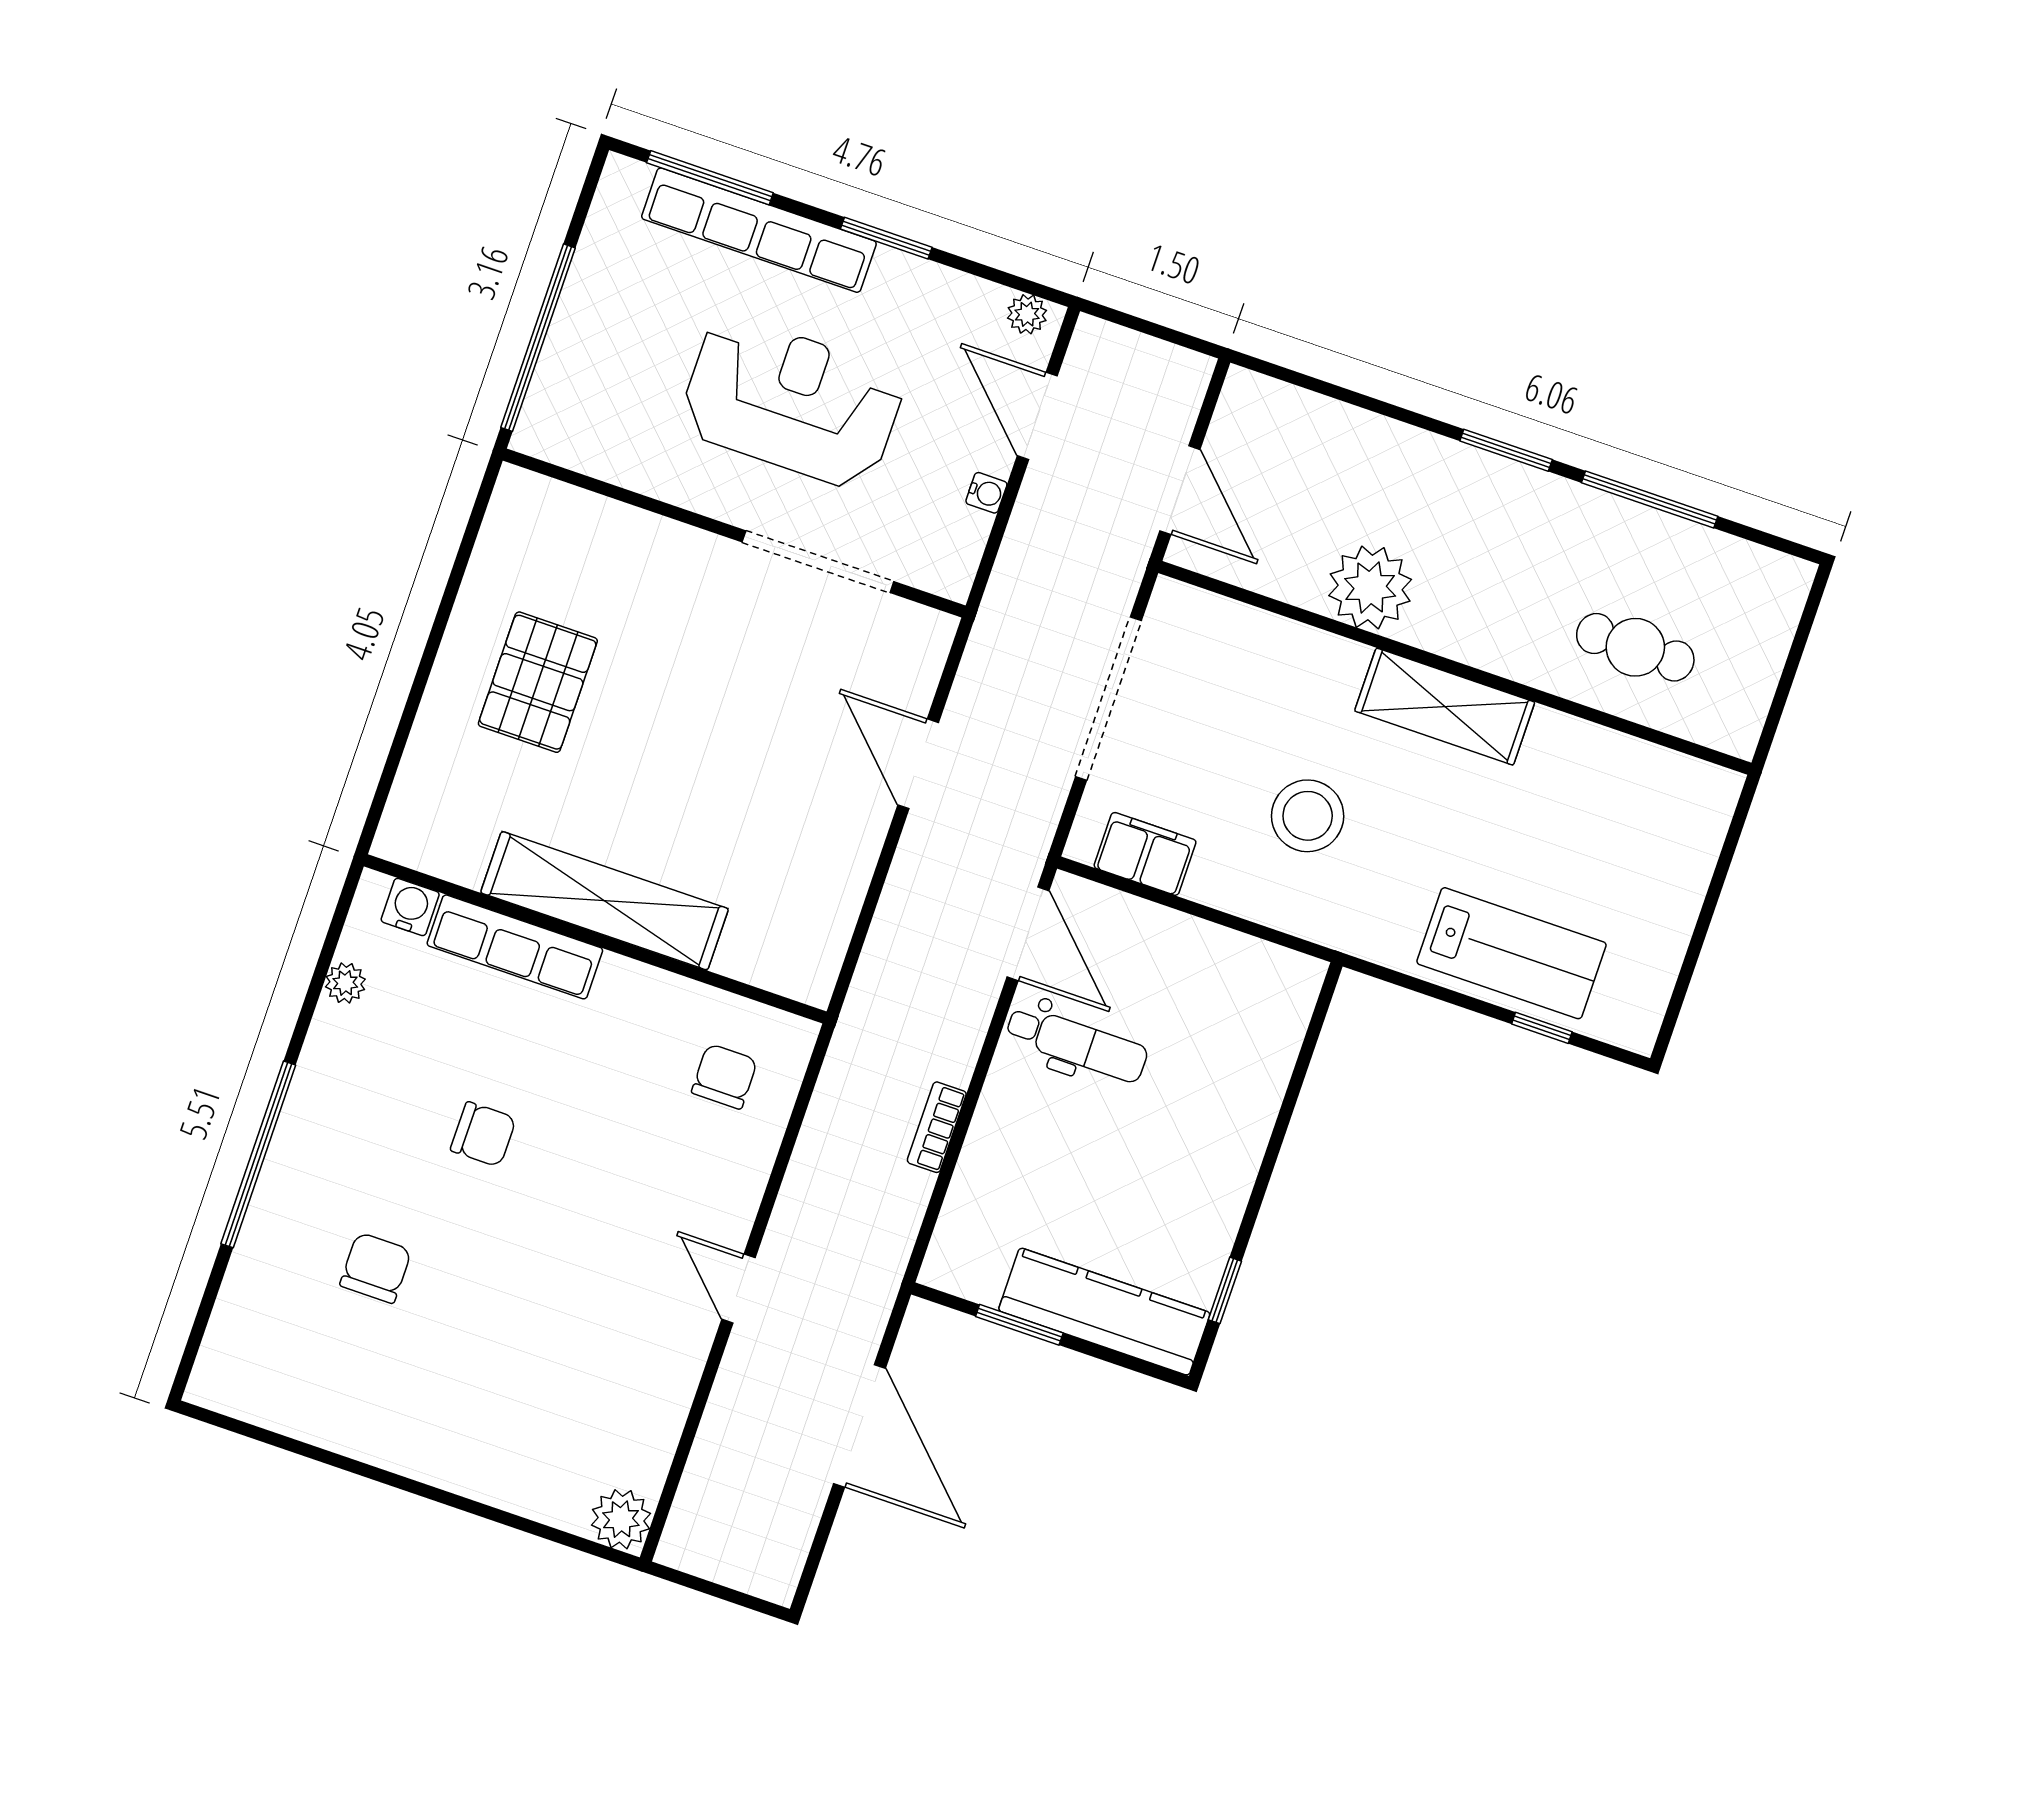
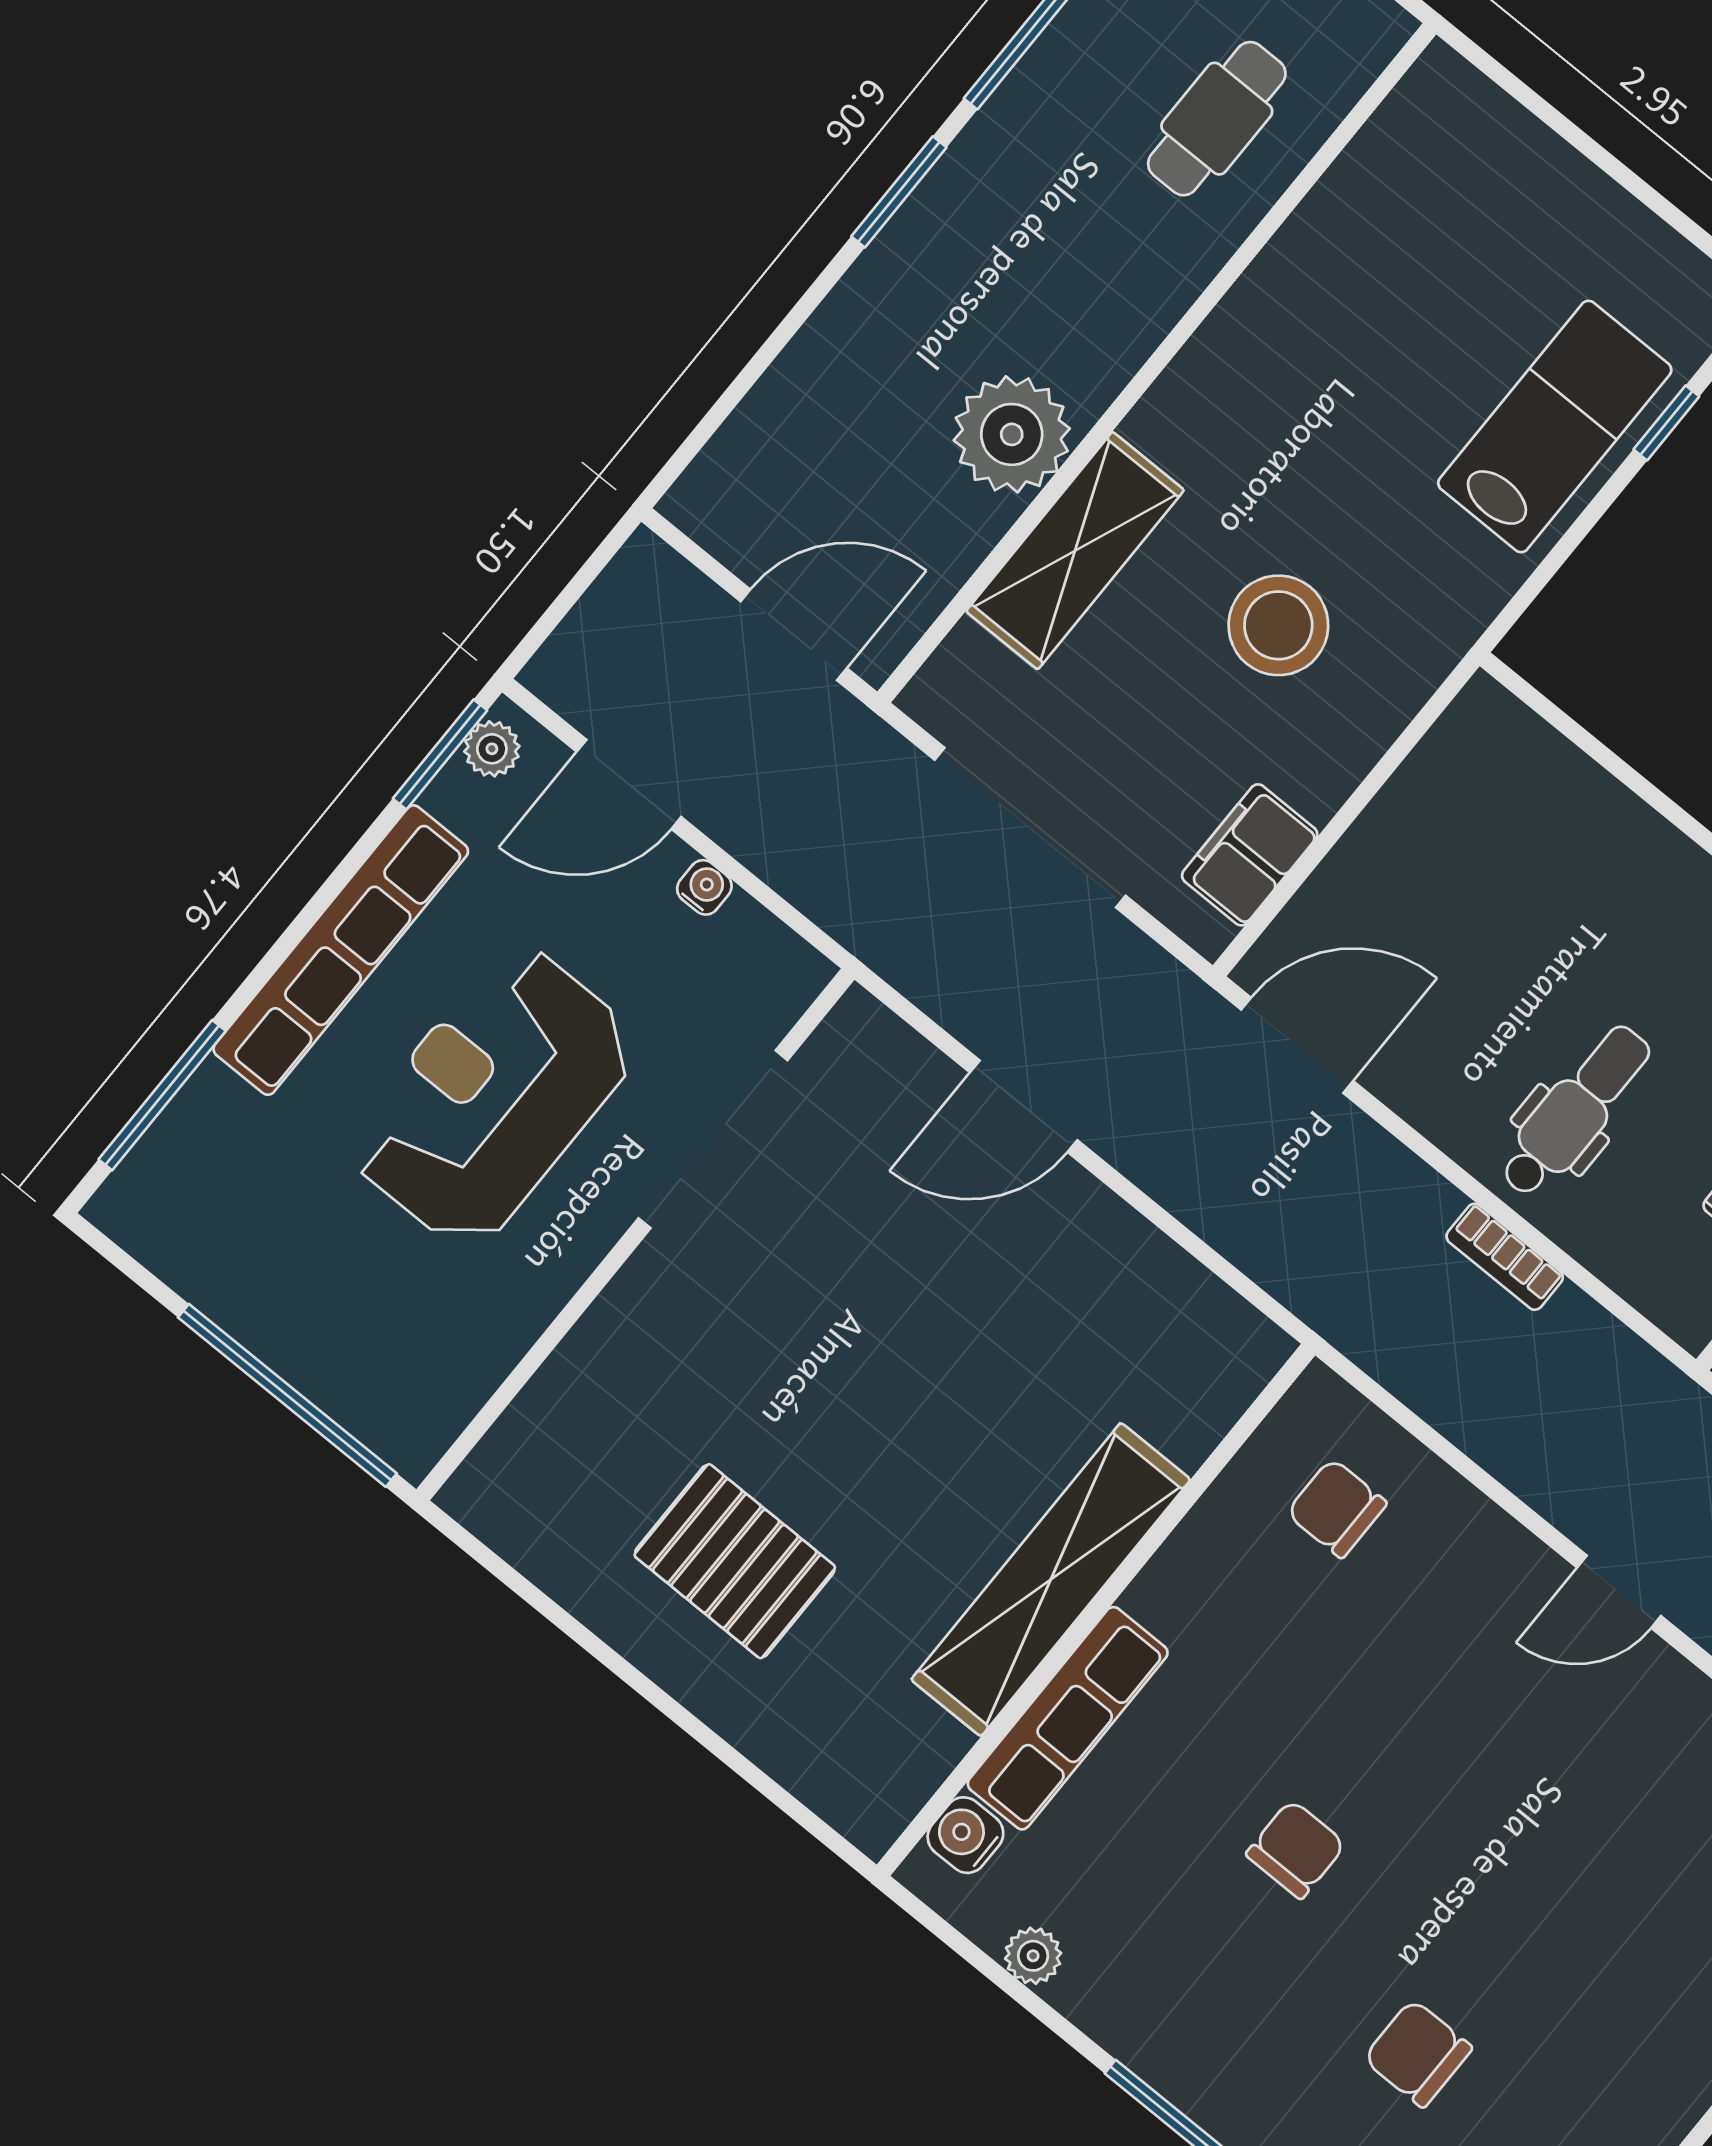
row of seats: (759, 230) -> (341, 950), moved
window: (886, 238) -> (440, 755), moved
shelving: (1445, 707) -> (1075, 551), moved
dental chair: (1077, 1044) -> (1575, 1111), moved

